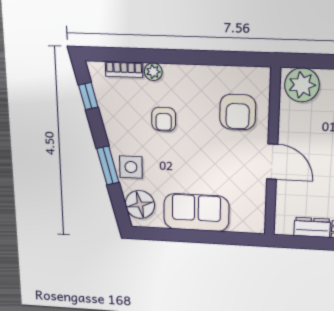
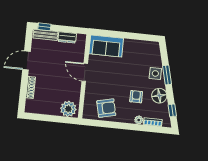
armchair: (238, 112) -> (106, 108), moved, turned 77
floor lamp: (140, 205) -> (159, 96), moved
sofa: (196, 213) -> (106, 46), moved

